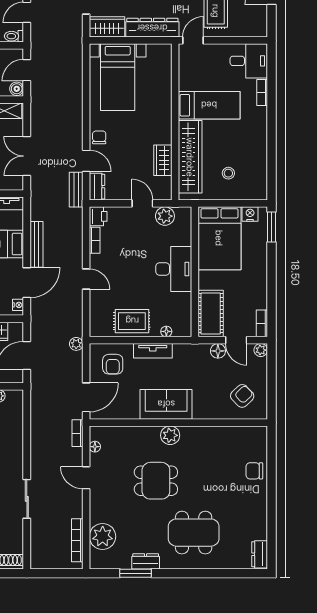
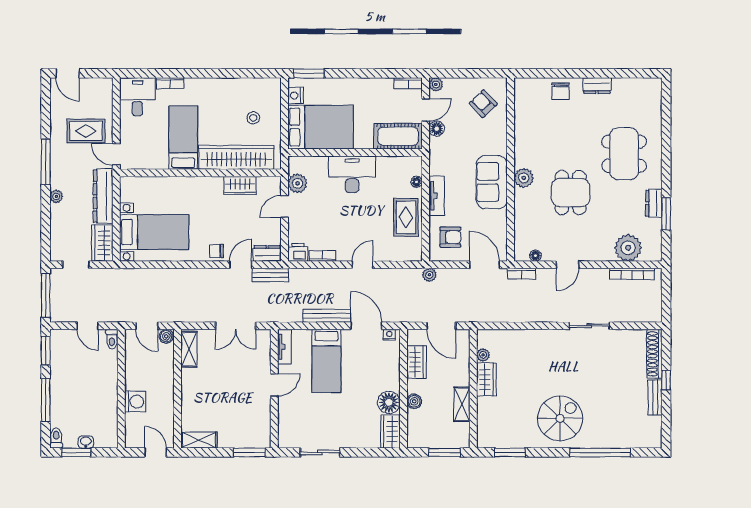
dresser: (260, 554) -> (597, 86), moved

